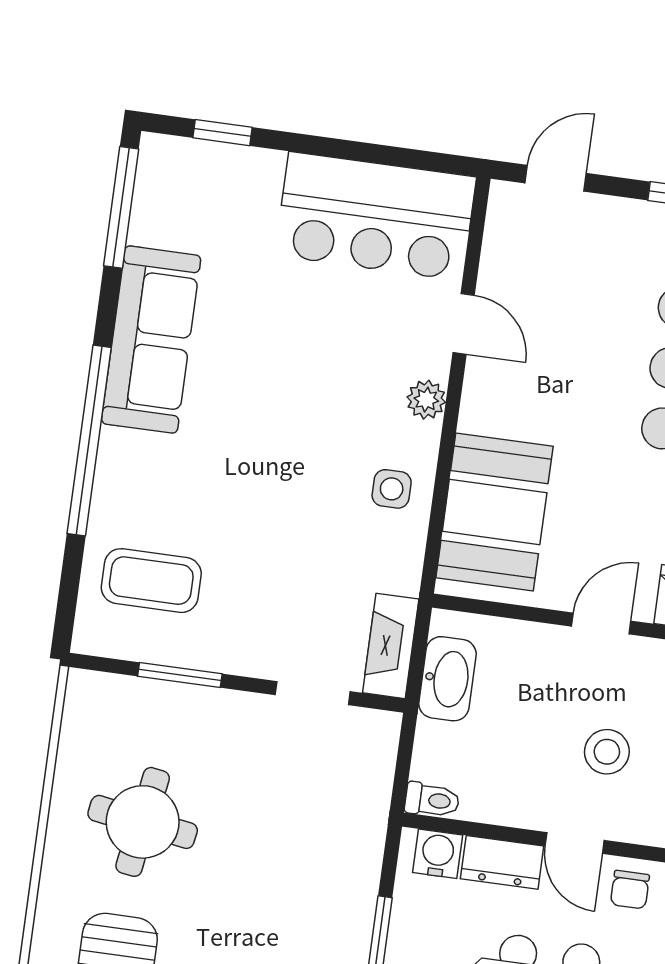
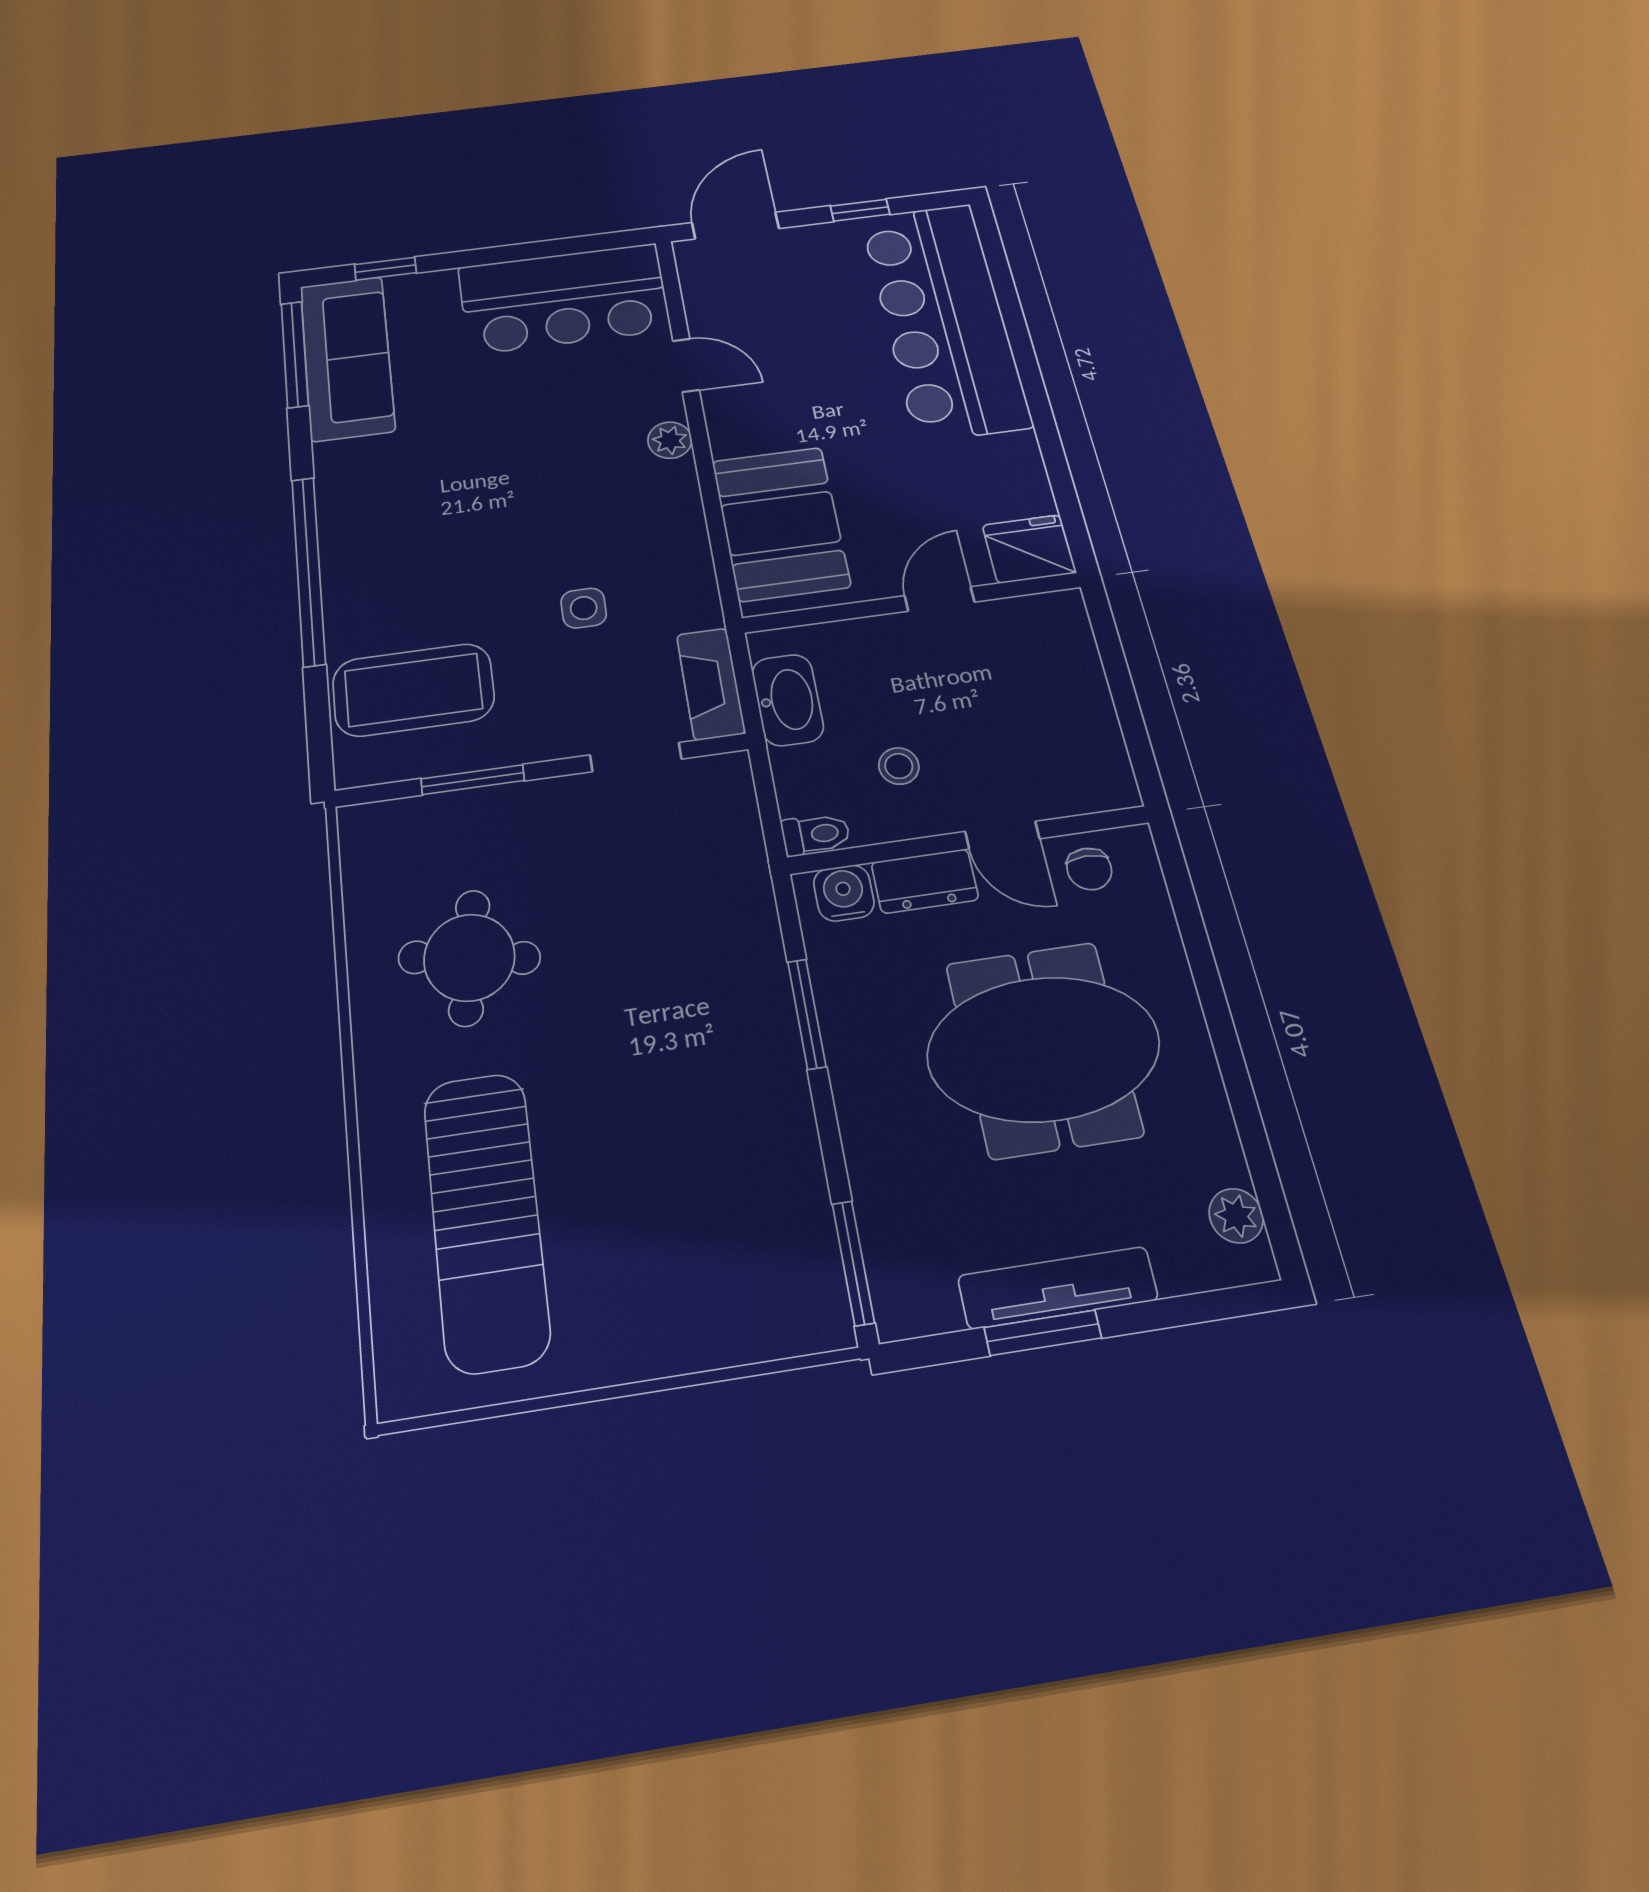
door: (556, 178) -> (735, 226), width x1.38
sofa: (151, 340) -> (347, 358), moved
side table: (392, 489) -> (584, 608), moved
coffee table: (151, 581) -> (413, 690), width x1.36, depth x1.32
stool: (607, 752) -> (899, 766), moved, width x0.73, depth x0.73

